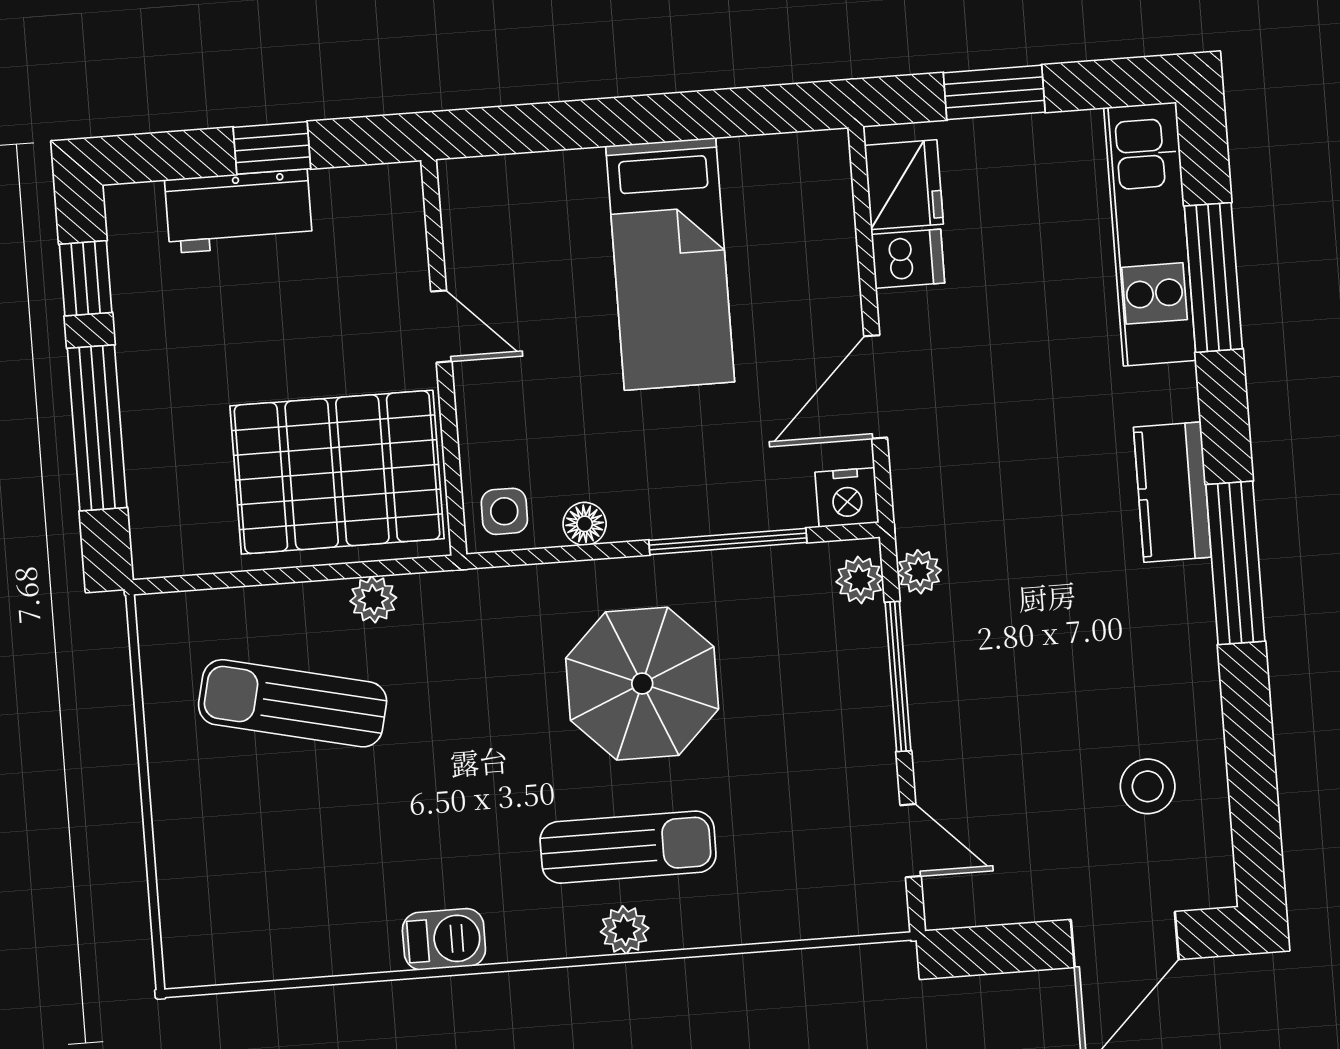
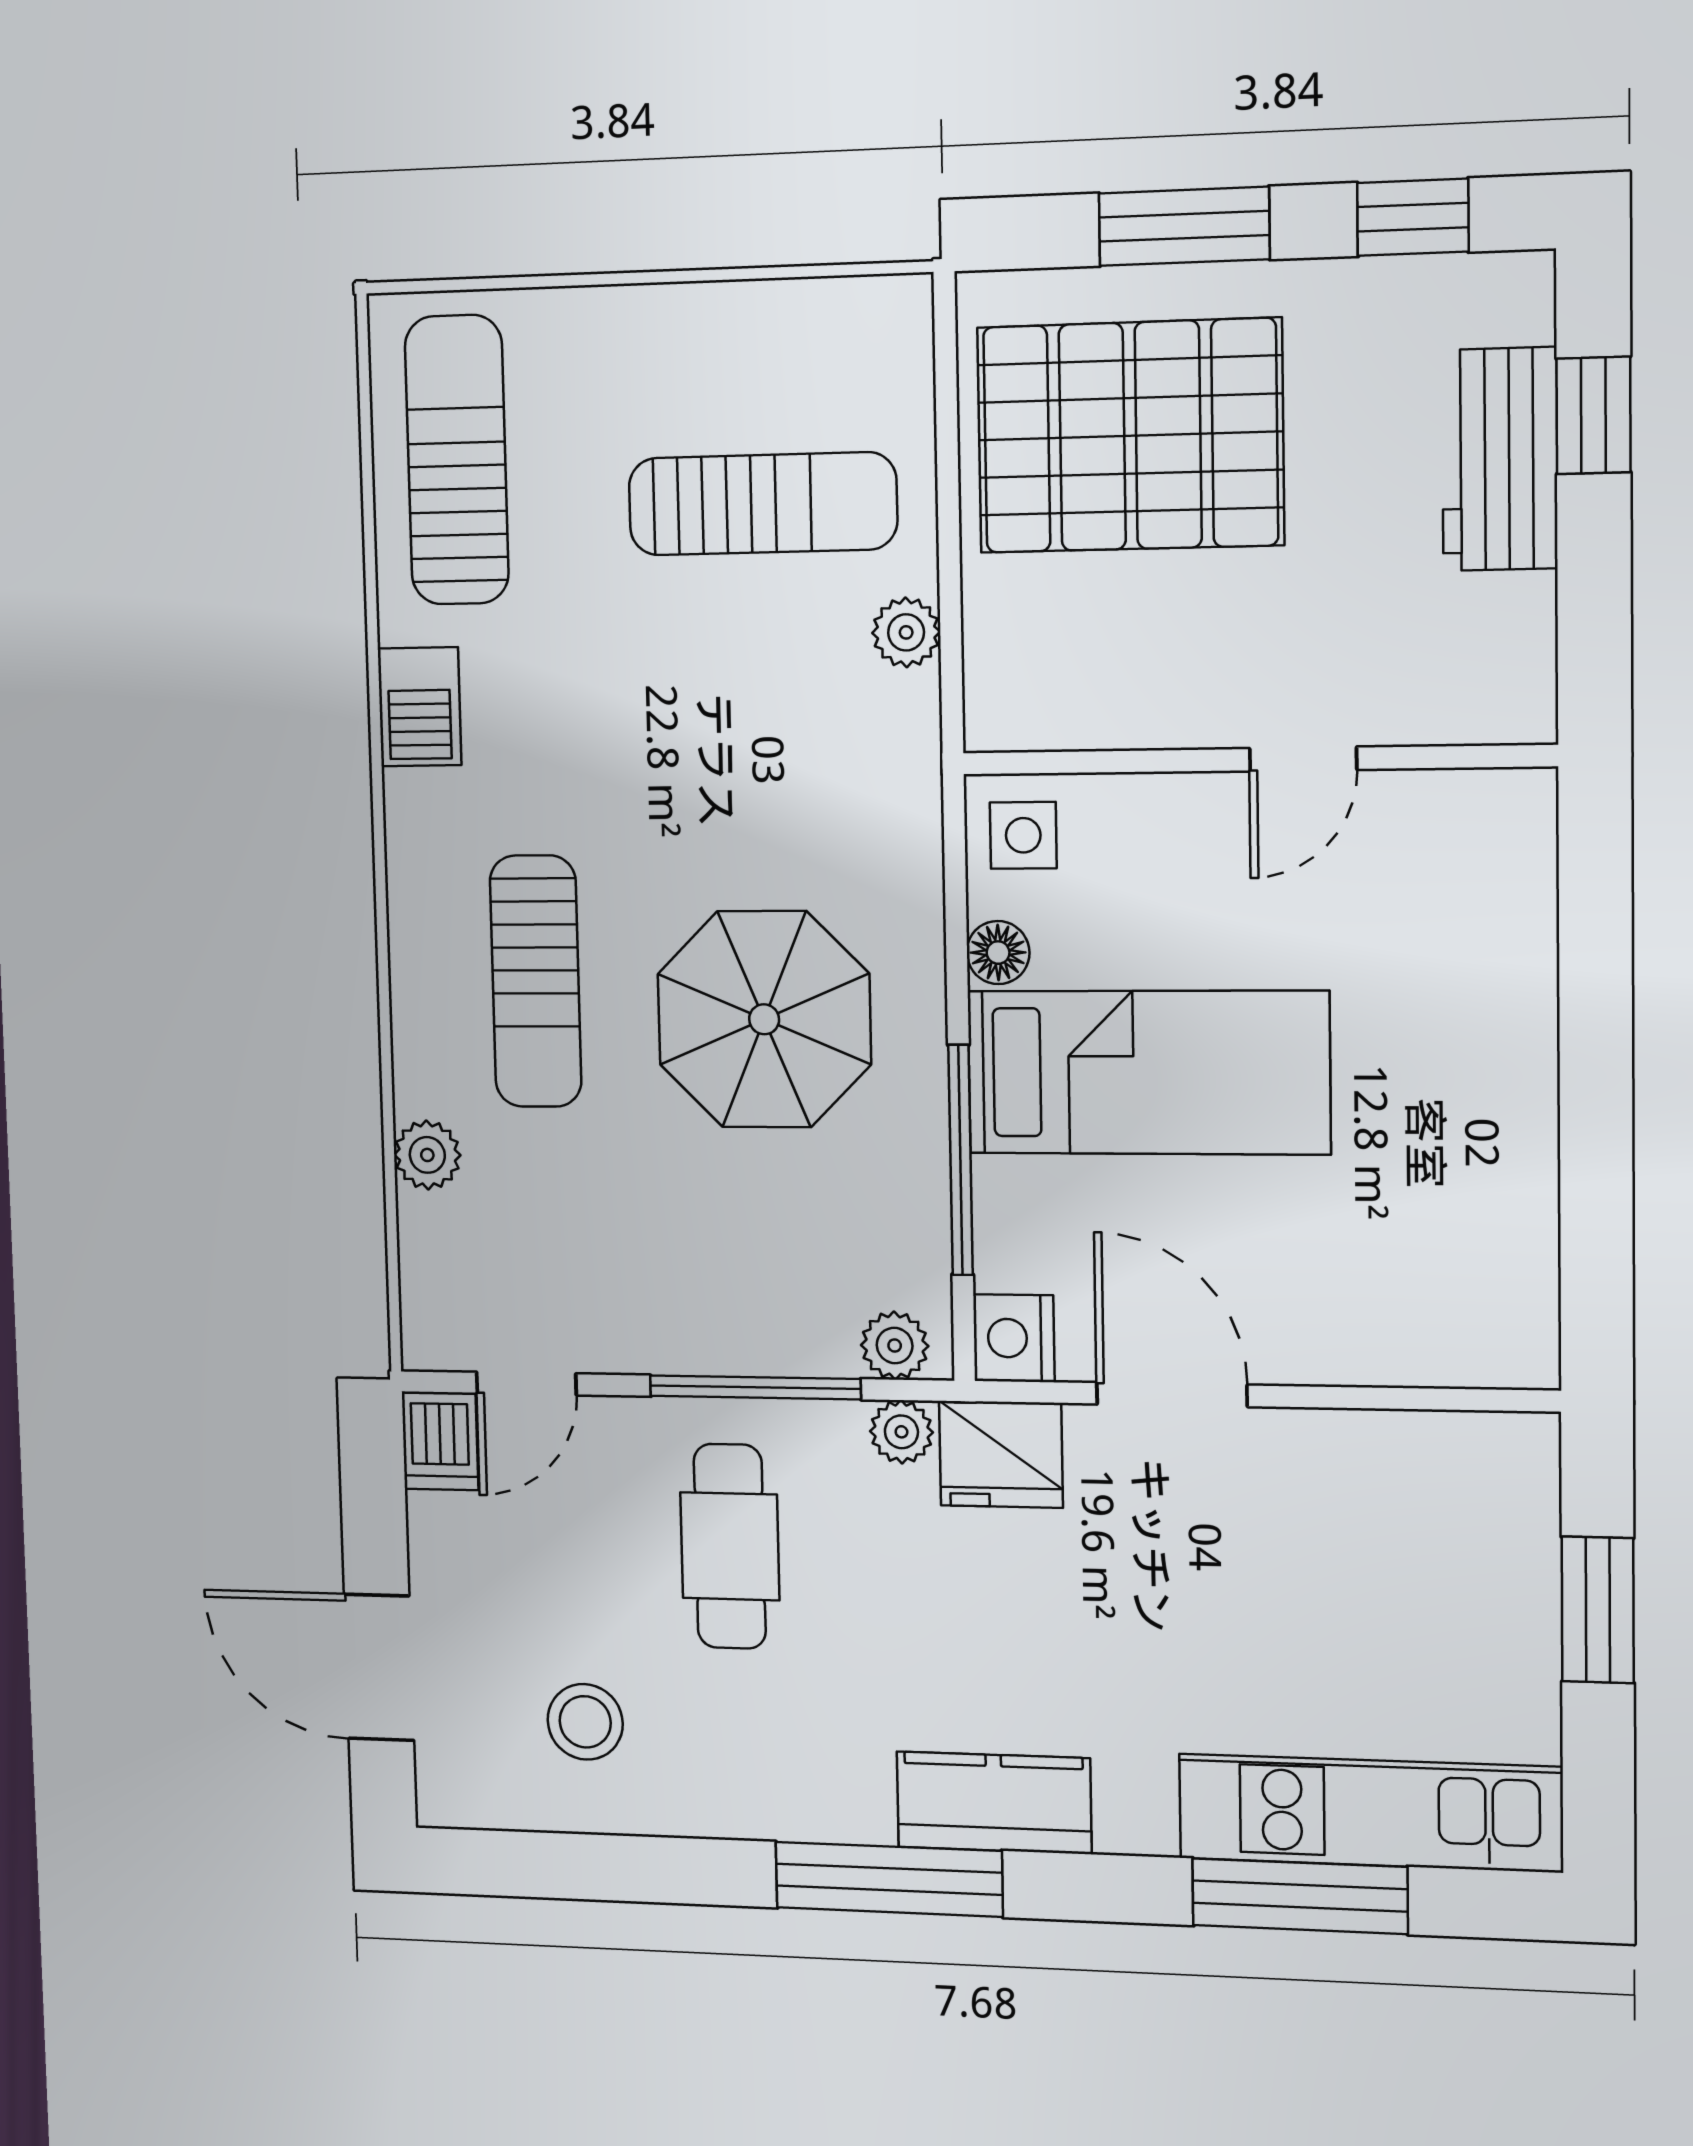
window: (272, 148) -> (1593, 415), moved
fridge: (904, 185) -> (1001, 1454), moved
dishwasher: (908, 259) -> (440, 1441), moved
bed: (670, 264) -> (1148, 1072), moved, turned 180
window: (97, 428) -> (1184, 226), width x0.69
pallet: (337, 472) -> (1130, 436), moved, turned 90
cafe table: (1012, 689) -> (730, 1546), added
sun lounger: (293, 703) -> (762, 504), turned 77
sun lounger: (274, 920) -> (457, 460), added
plant: (625, 930) -> (427, 1155), moved

